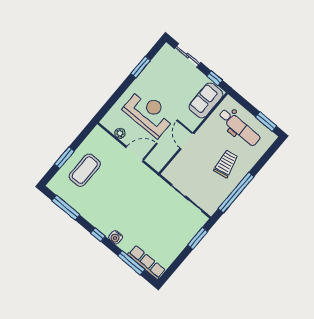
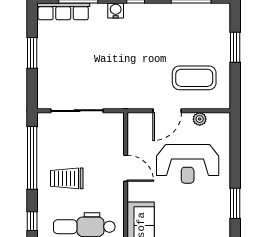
window: (267, 156) -> (32, 221), added
trolley: (226, 164) -> (67, 178), turned 101
coffee table: (85, 170) -> (194, 78), moved, turned 90
window: (198, 238) -> (32, 53), moved

